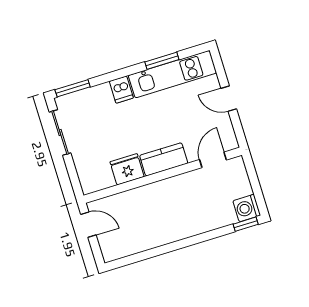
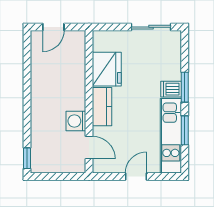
window: (73, 88) -> (185, 87), moved
fridge: (127, 169) -> (107, 69), width x1.36, depth x1.34
washing machine: (247, 208) -> (76, 121), moved, turned -90
door: (88, 225) -> (53, 27), moved

